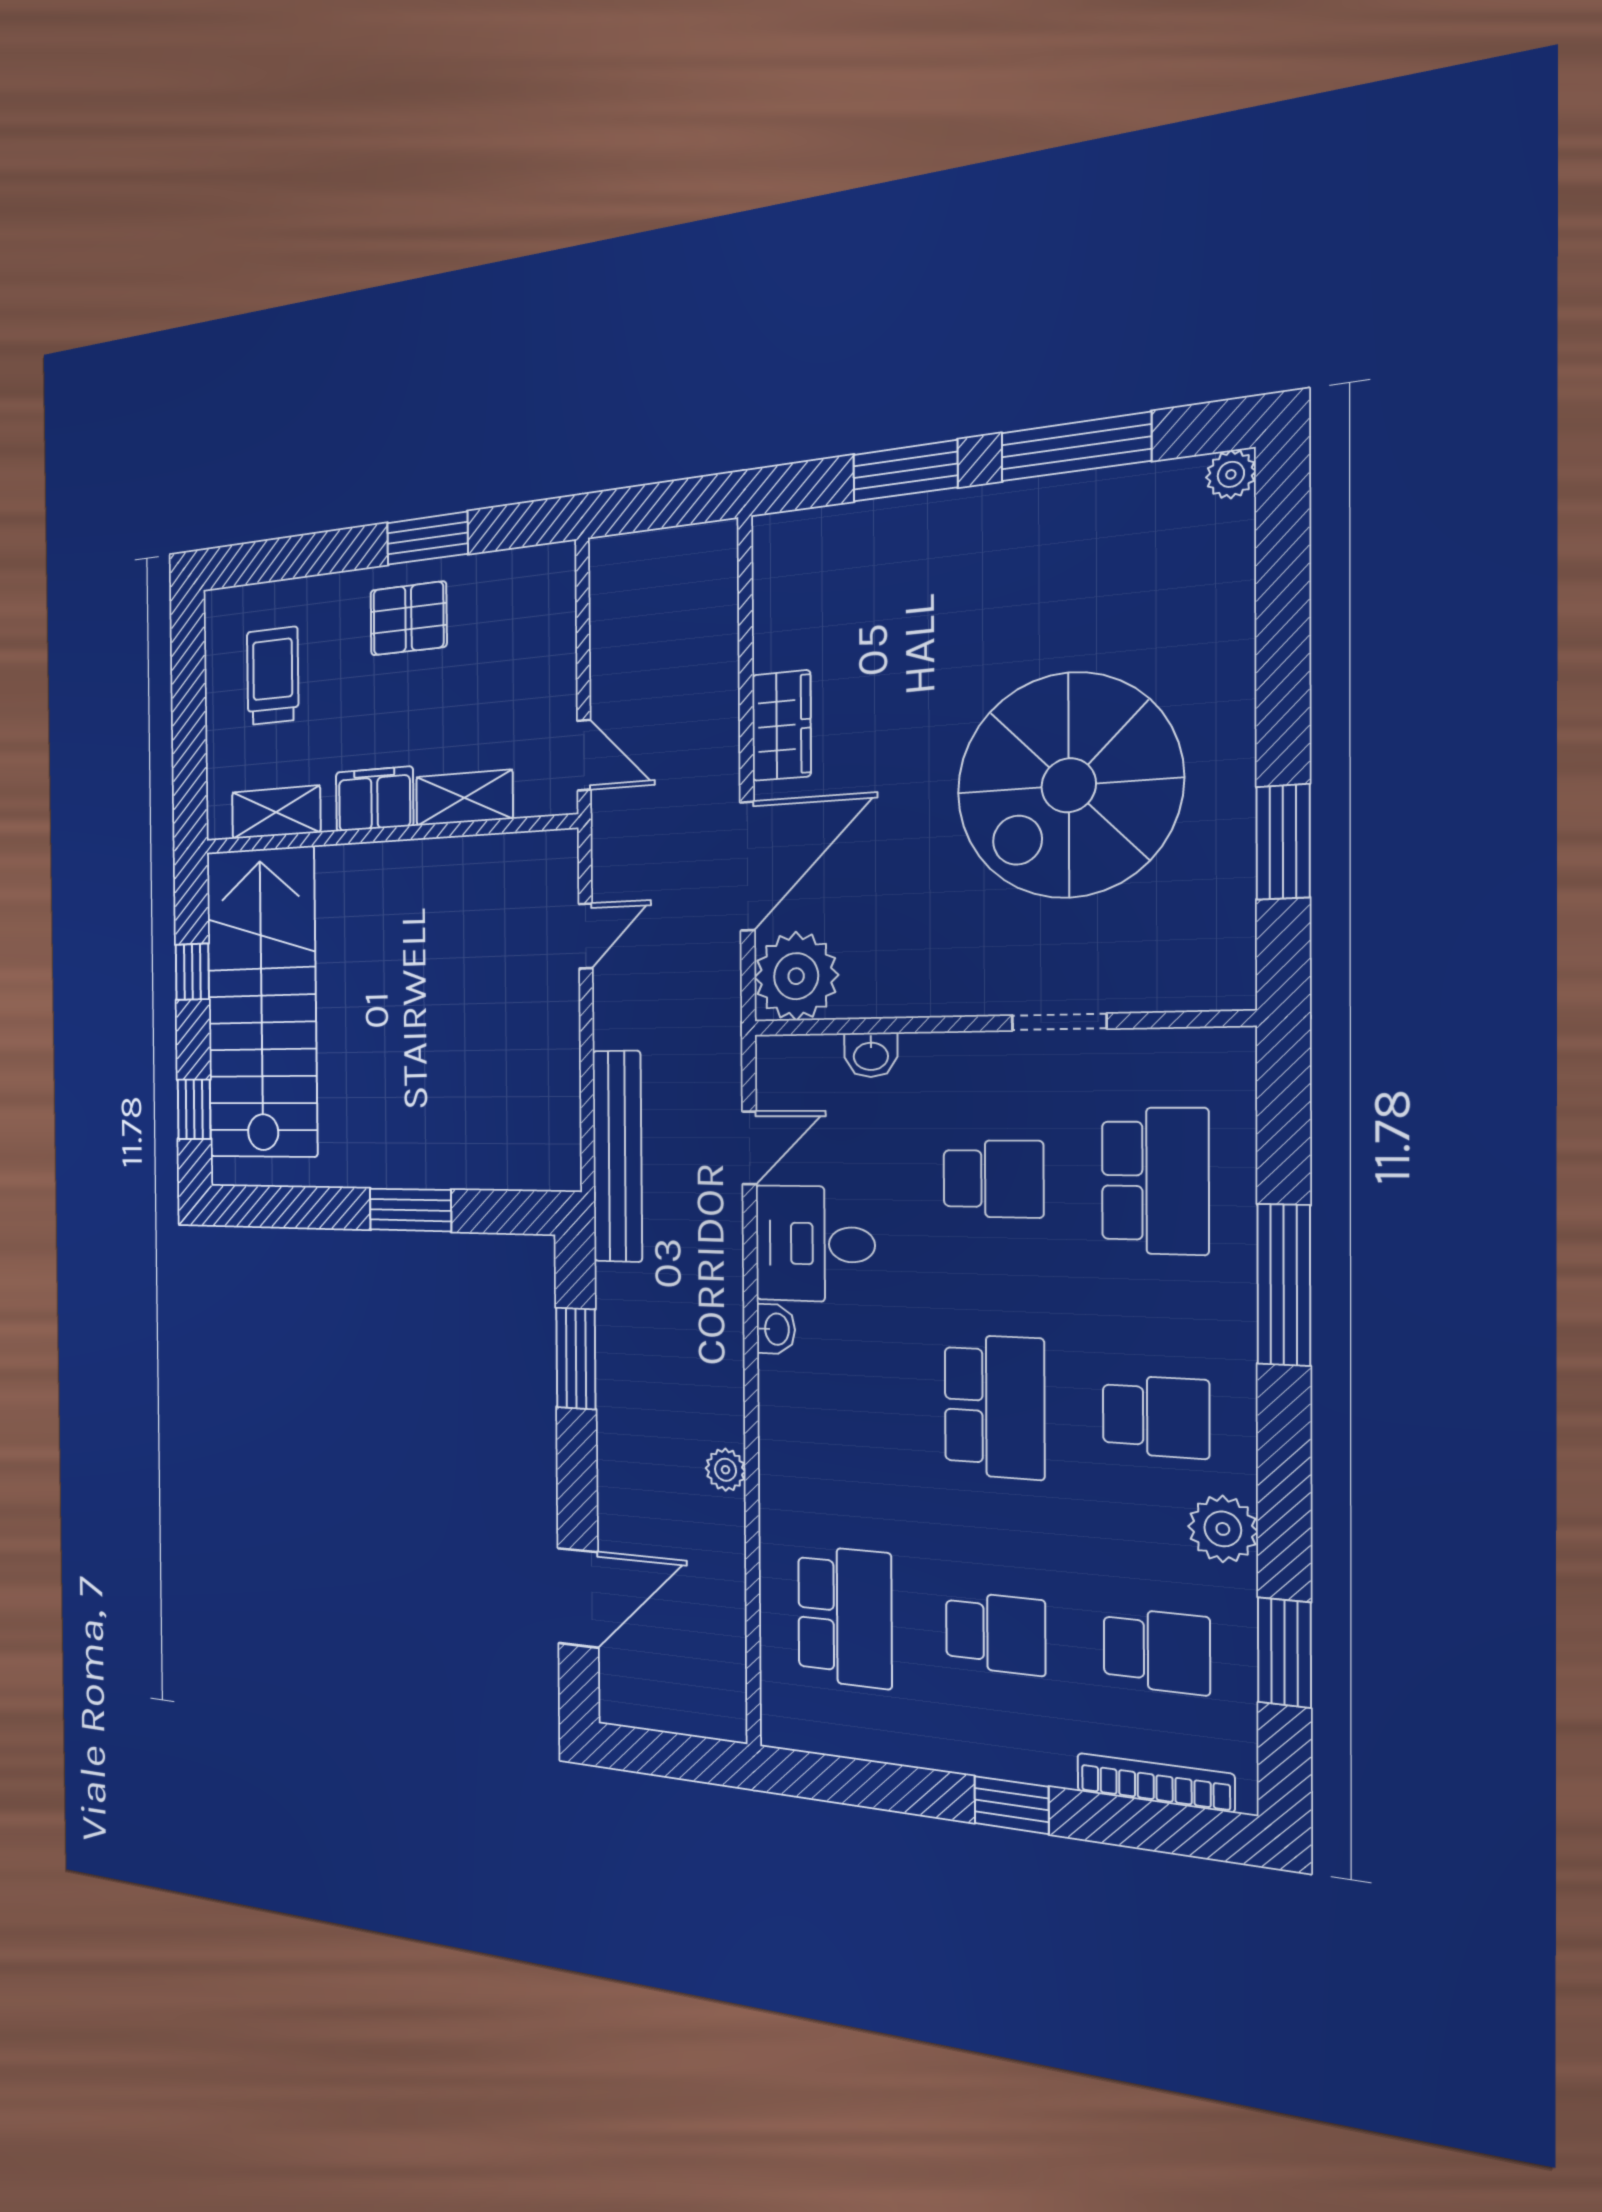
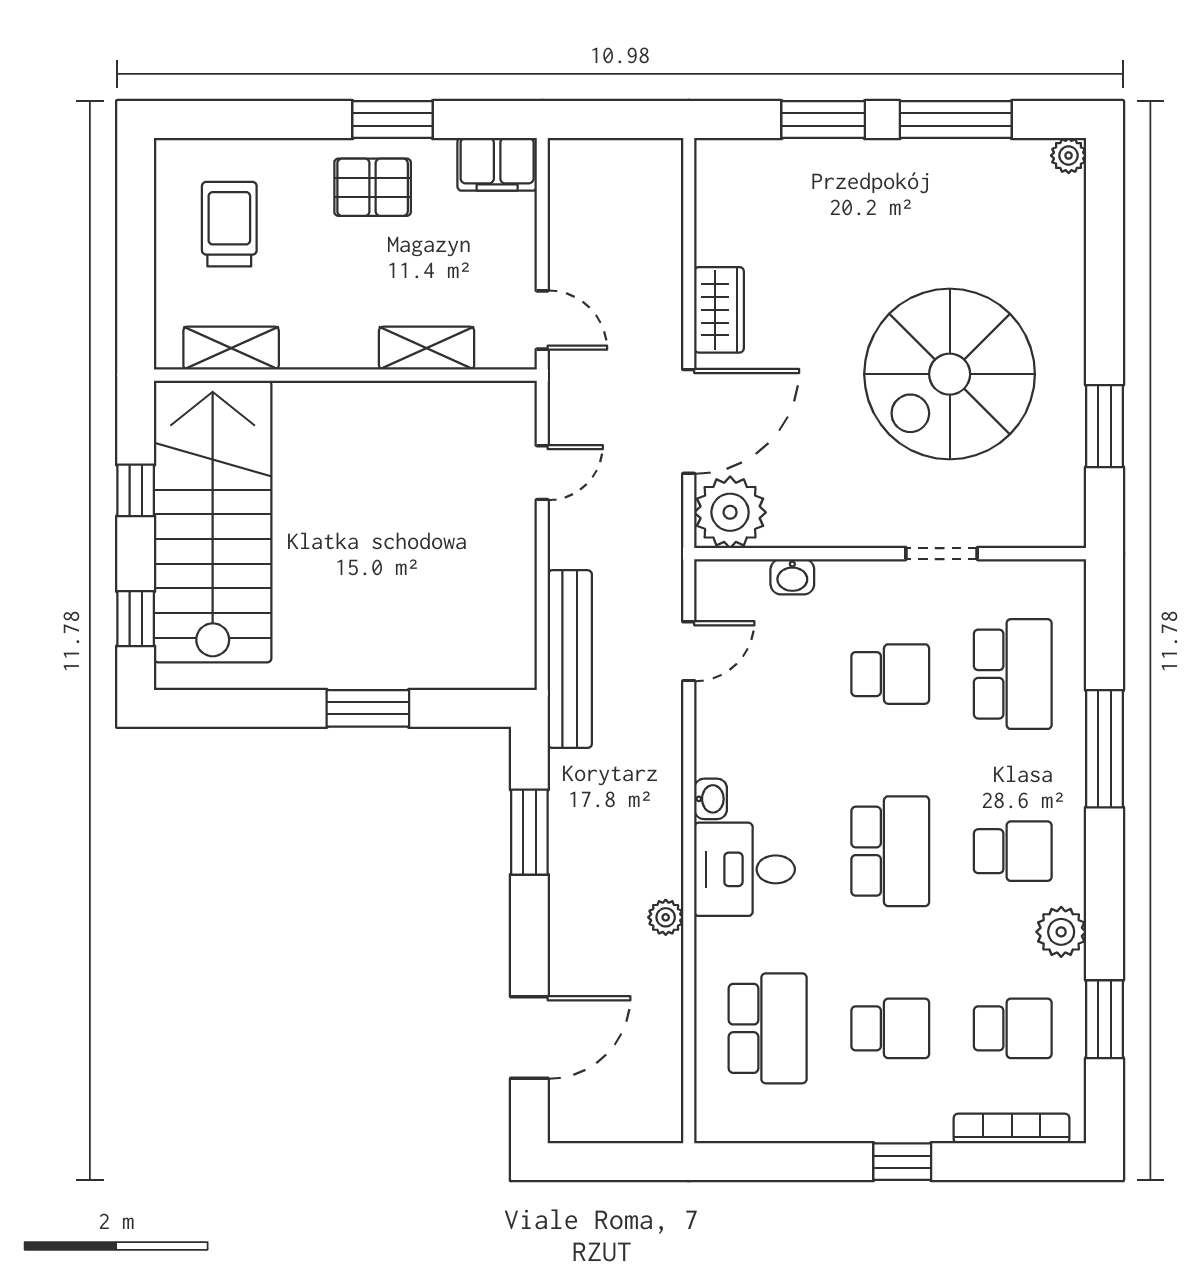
filing cabinet: (374, 799) -> (497, 164), moved, turned 180
desk: (815, 1244) -> (745, 869), moved

